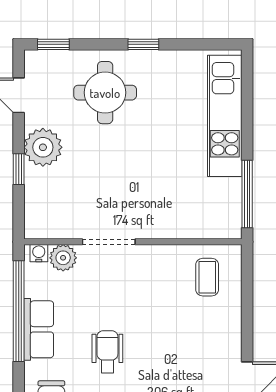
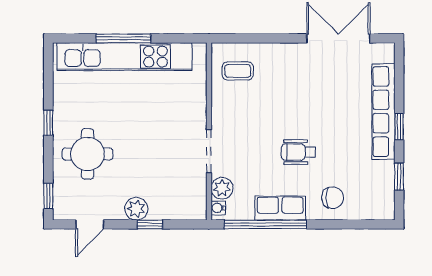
kitchen unit: (225, 116) -> (124, 57), width x1.36
plant: (43, 147) -> (136, 209), width x0.73, depth x0.73
window: (247, 194) -> (123, 38), moved

